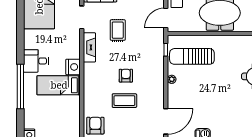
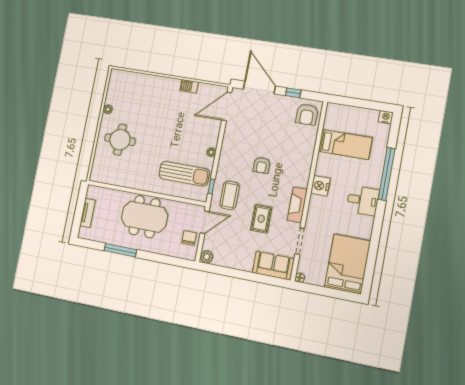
bed: (59, 85) -> (345, 145), moved
coffee table: (124, 101) -> (230, 195), moved, turned 90

